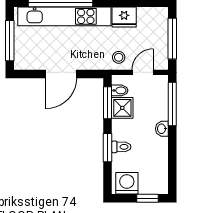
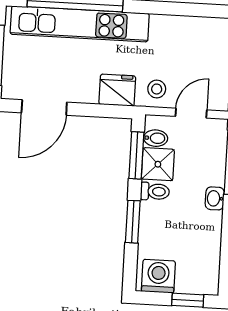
fridge: (124, 17) -> (117, 90), moved, turned 180
door: (61, 74) -> (44, 107), moved
toilet: (121, 147) -> (155, 191), moved

